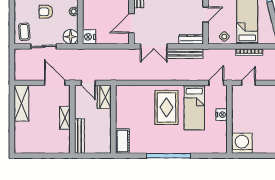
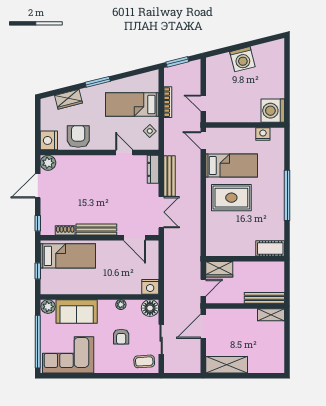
nightstand: (222, 115) -> (263, 134), moved
shelving: (65, 118) -> (271, 315), moved

